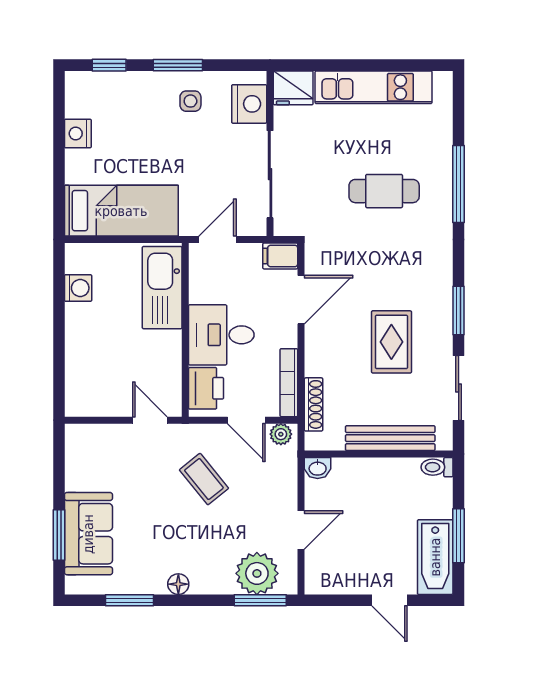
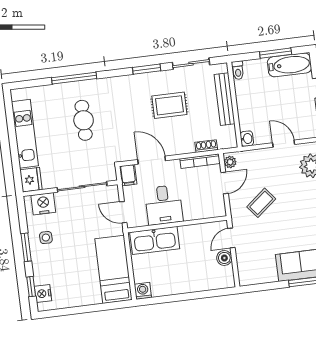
nightstand: (78, 133) -> (43, 294), moved, turned 90
washing machine: (78, 288) -> (143, 291), moved
desk: (221, 335) -> (164, 205), moved
printer: (206, 388) -> (209, 208), removed
boiler: (117, 404) -> (224, 258), added
shoe rack: (314, 404) -> (206, 146), width x0.70

